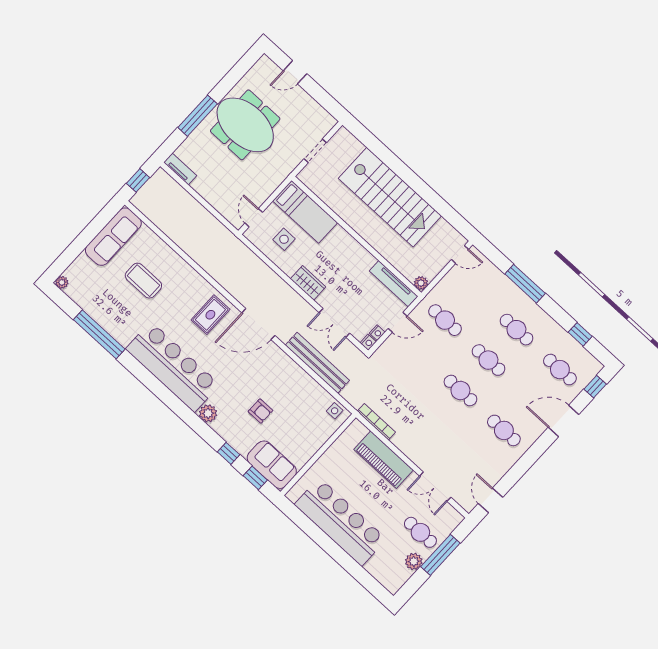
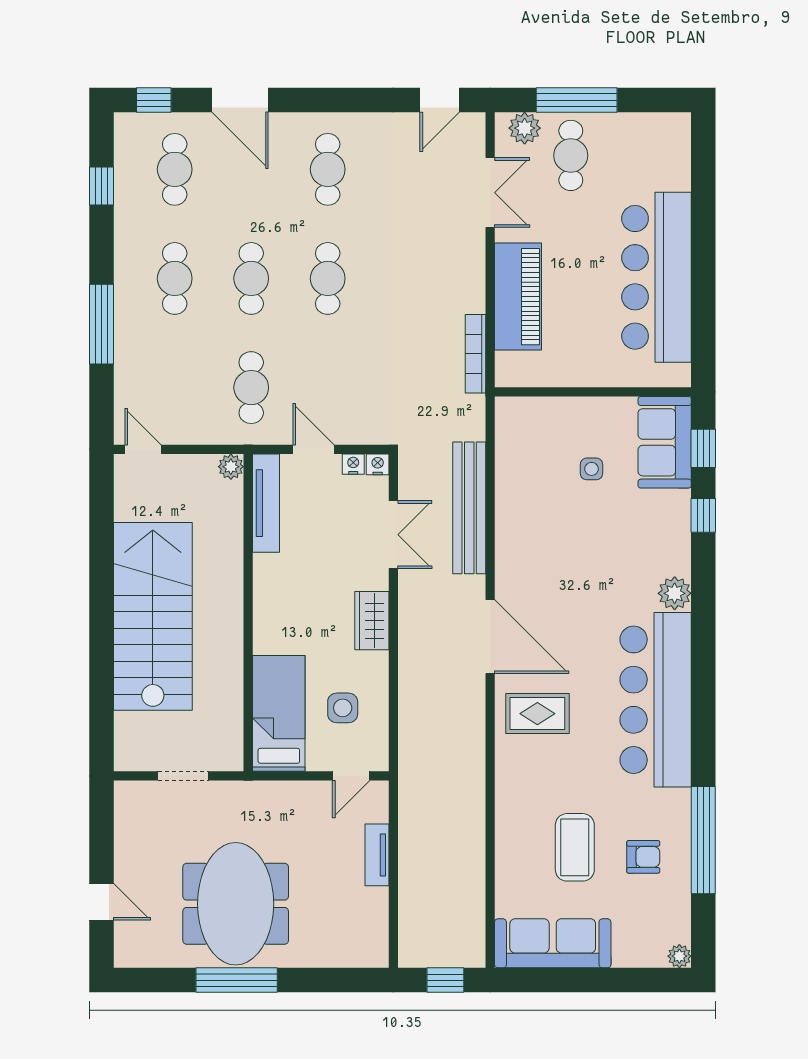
window: (198, 116) -> (237, 980), moved
tv unit: (180, 169) -> (377, 855), moved
armchair: (260, 411) -> (643, 857), moved, turned 90
side table: (335, 411) -> (591, 469), moved
plant: (414, 561) -> (525, 128), moved

